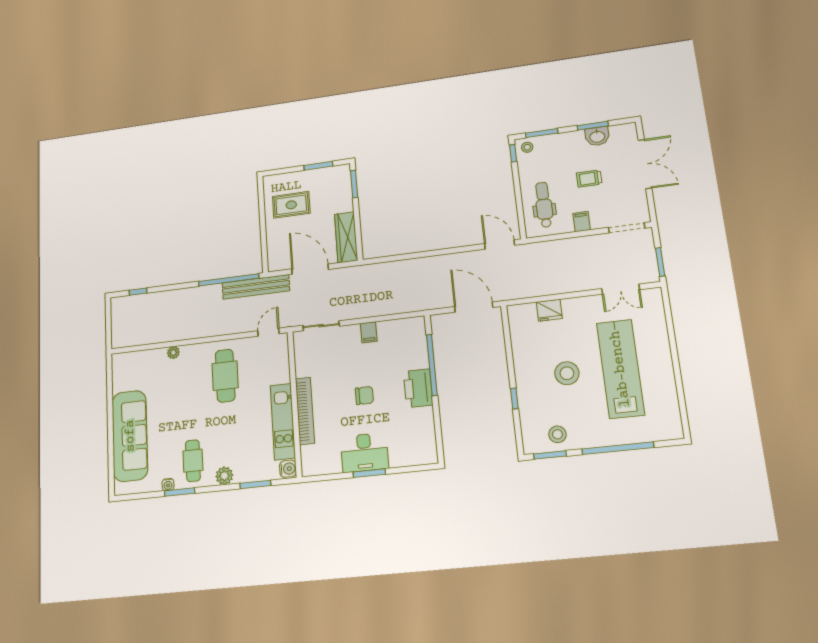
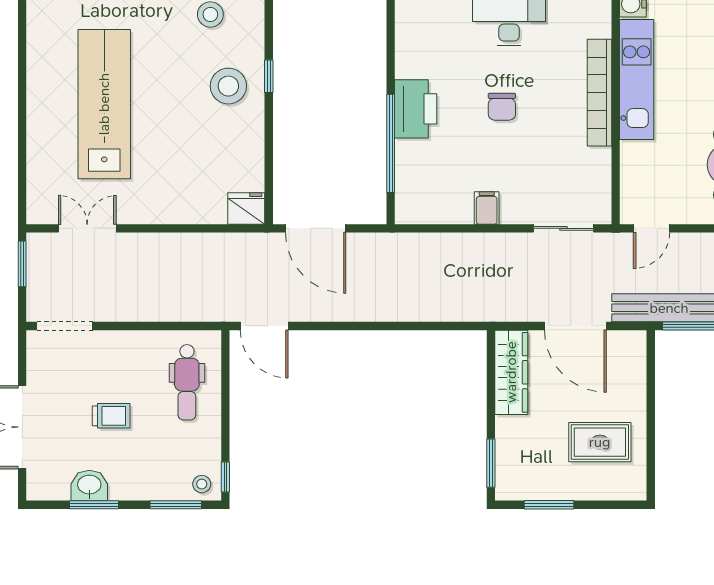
filing cabinet: (582, 222) -> (132, 346), removed
fridge: (549, 310) -> (246, 209), moved
lab bench: (620, 369) -> (104, 104), turned 180
stool: (567, 373) -> (228, 86), moved
chair: (364, 396) -> (502, 107), turned -90

